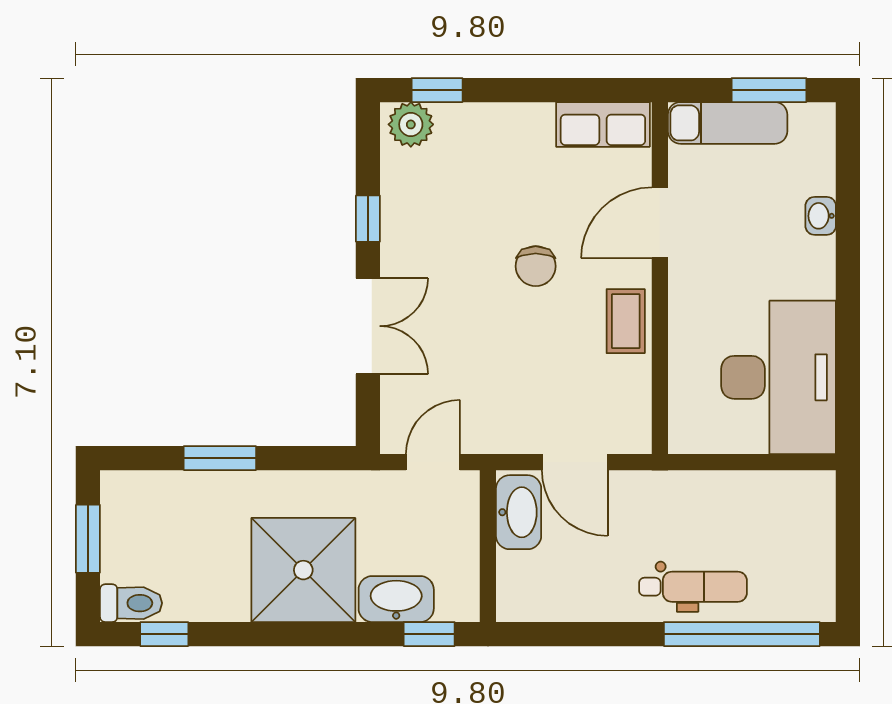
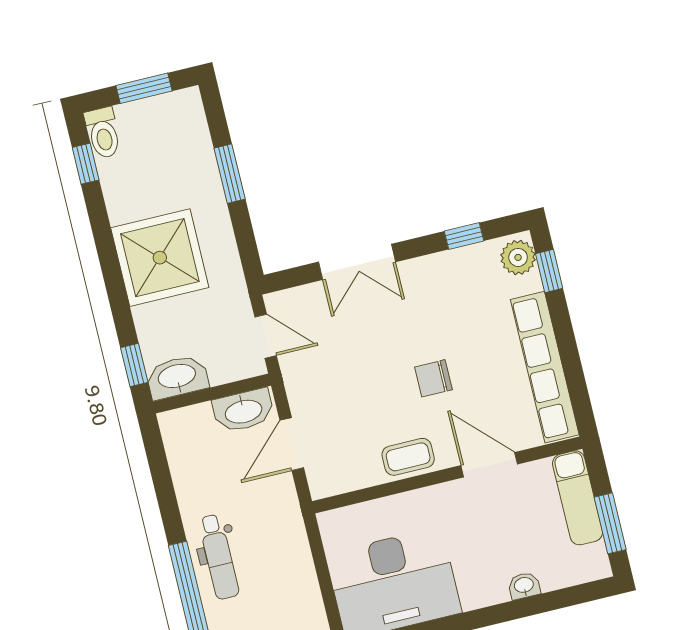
row of seats: (603, 124) -> (545, 367), width x2.02
window: (368, 219) -> (464, 236), moved
washbasin: (396, 599) -> (177, 377), moved, turned -90

